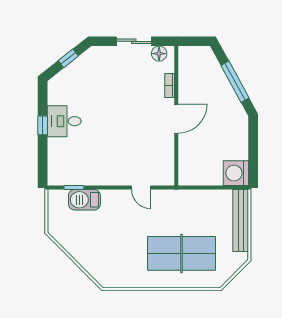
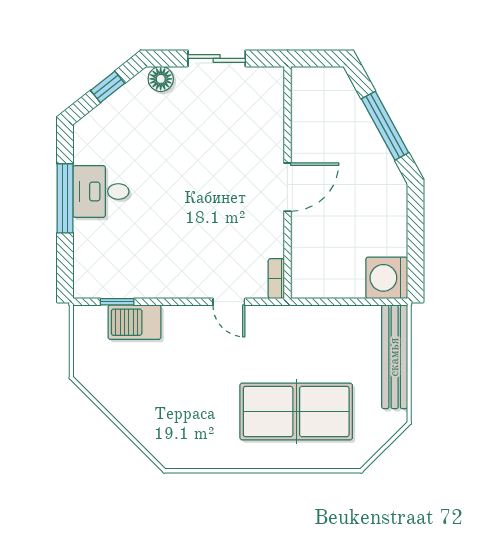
floor lamp: (159, 54) -> (161, 79), moved
bookcase: (170, 85) -> (276, 279), moved
window: (43, 125) -> (65, 198), width x2.17

